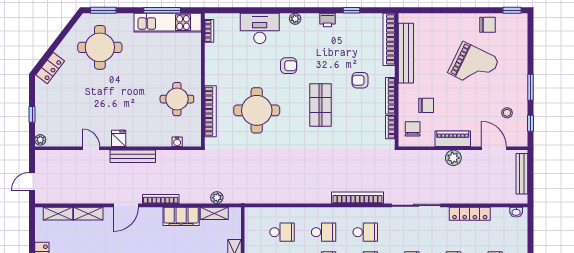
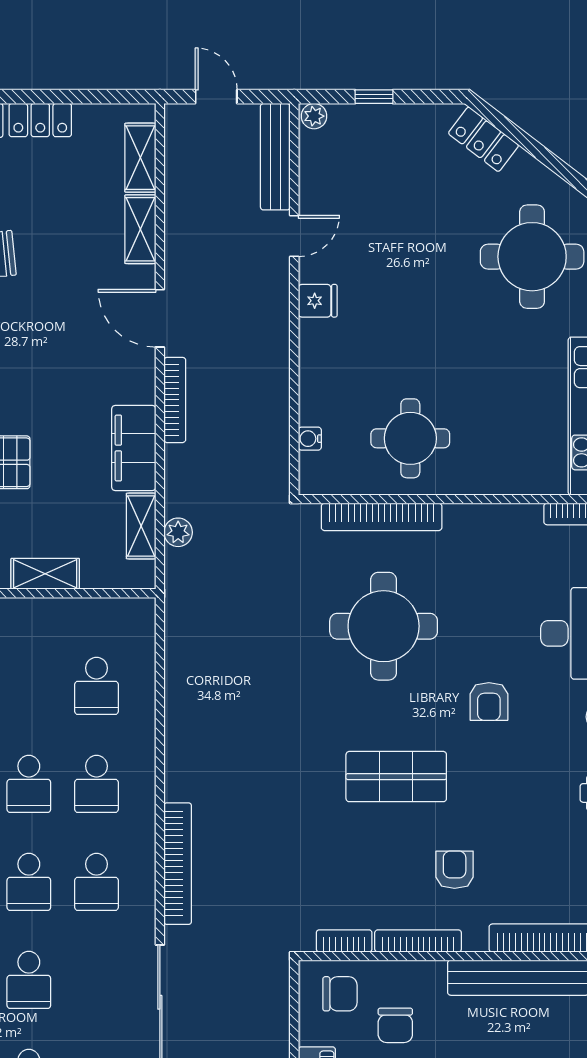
bench: (133, 156) -> (275, 157), moved

